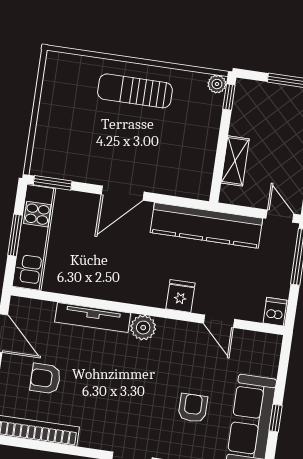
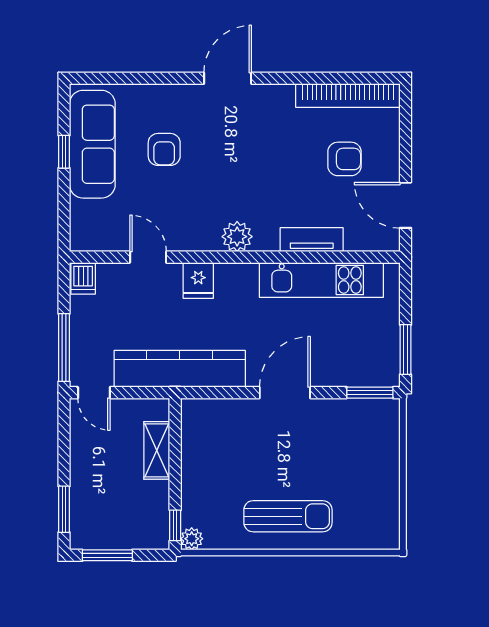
window: (15, 235) -> (406, 350), moved
kitchen unit: (34, 238) -> (321, 280), moved, turned -90
tv unit: (93, 317) -> (312, 240), width x0.71

